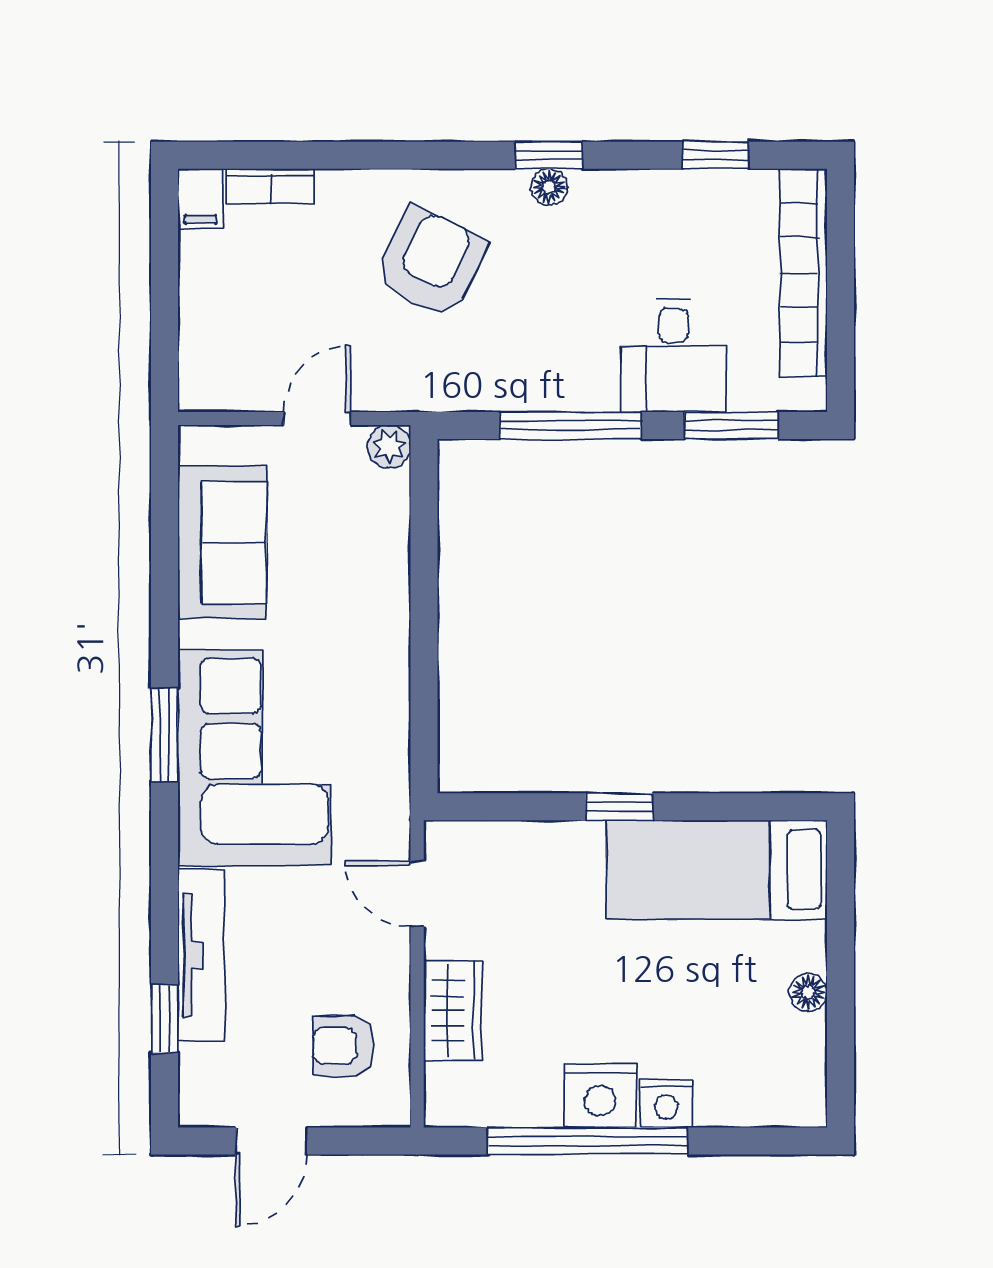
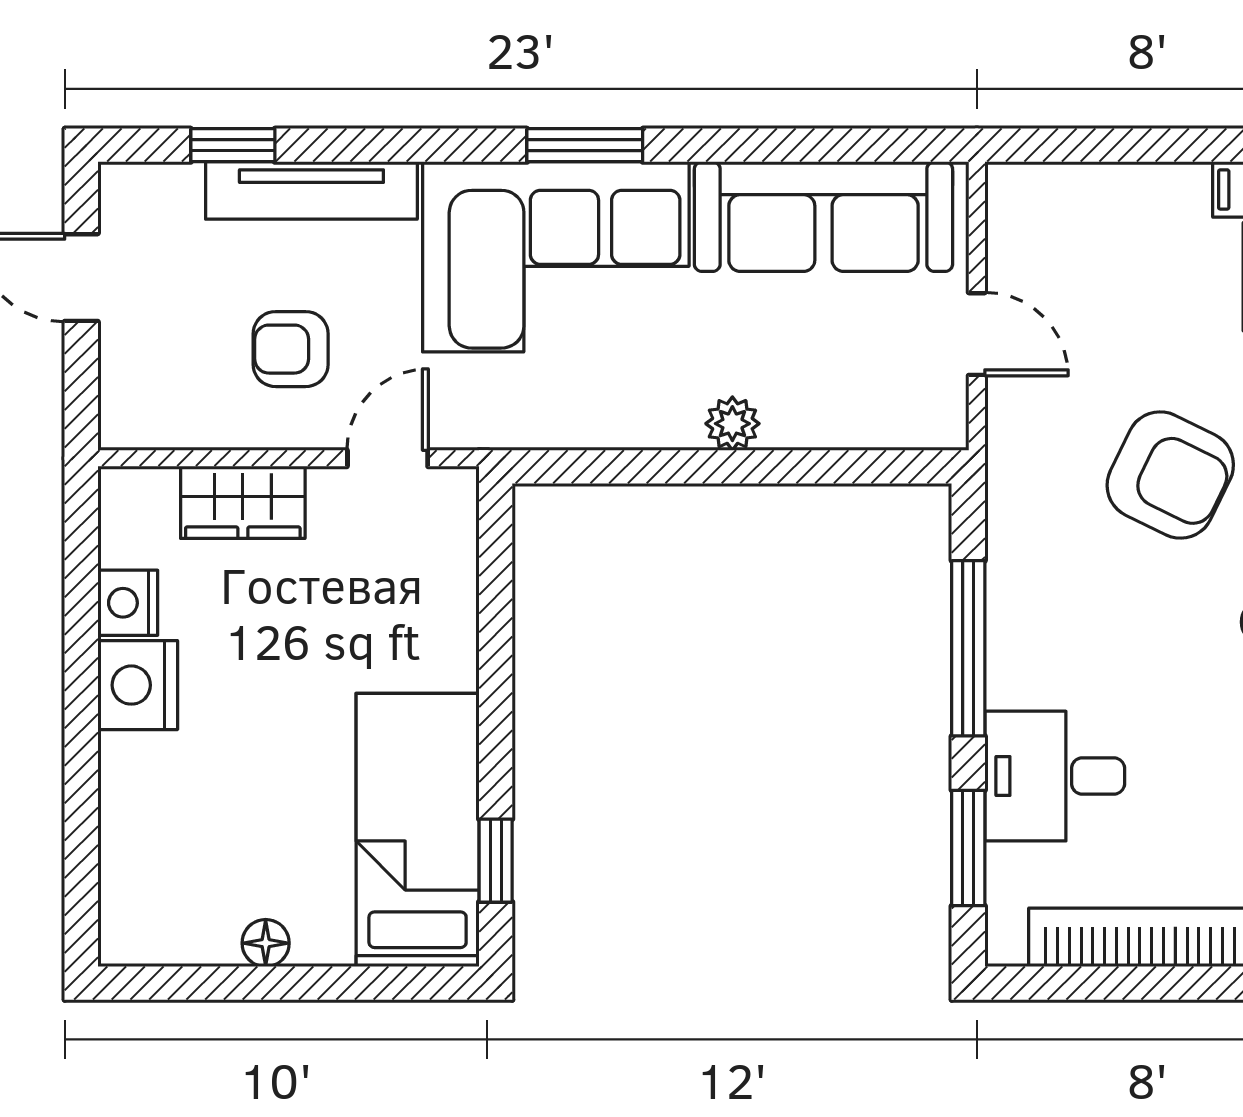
plant: (389, 446) -> (732, 424), moved
sofa: (222, 542) -> (823, 217), width x1.36
window: (619, 807) -> (496, 861), moved
armchair: (343, 1046) -> (291, 349), moved, turned -90
nightstand: (666, 1103) -> (128, 603), moved
window: (588, 1141) -> (81, 670), removed

